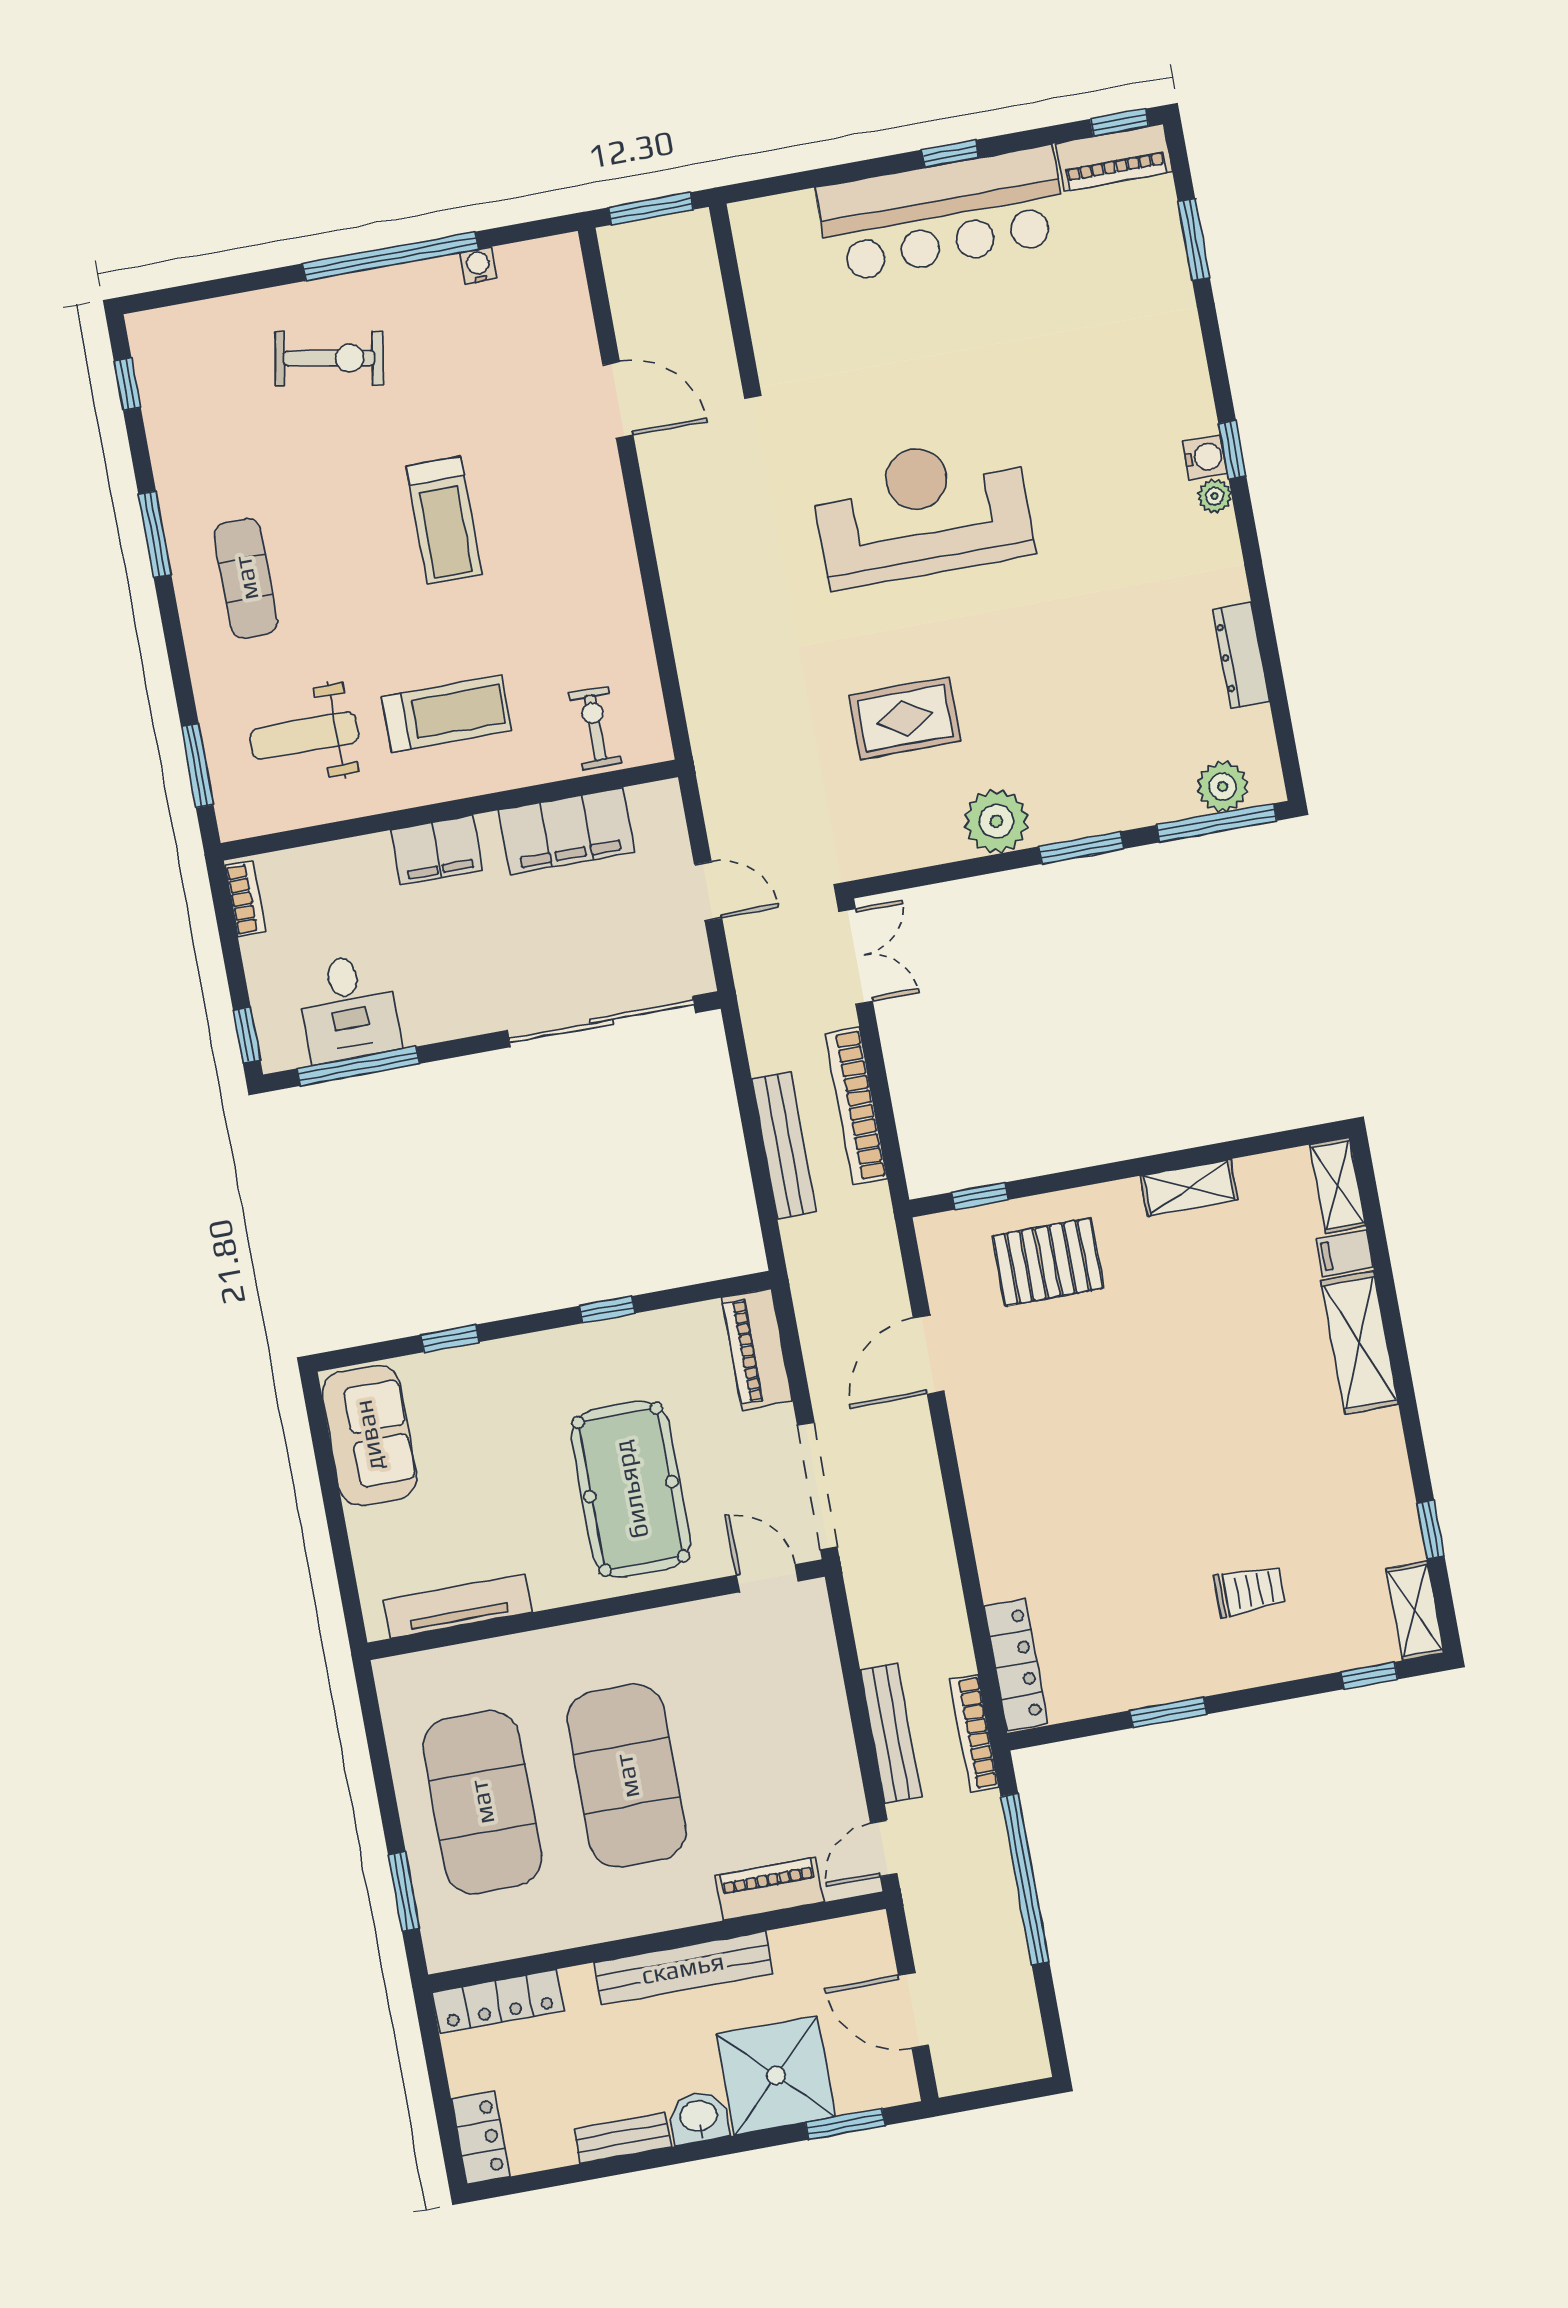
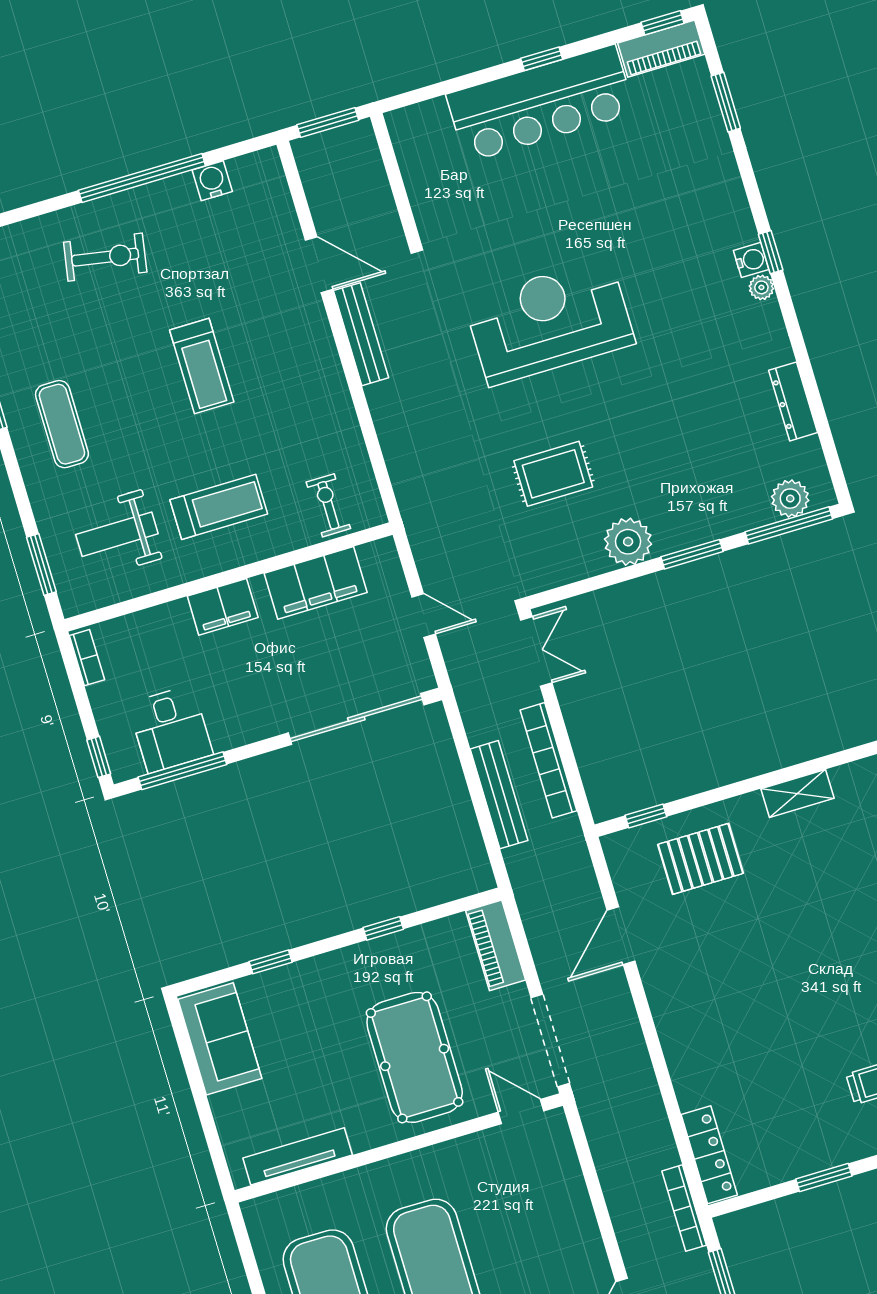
water cooler: (478, 265) -> (212, 181), width x1.38, depth x1.38
bench: (891, 1733) -> (361, 334), moved

